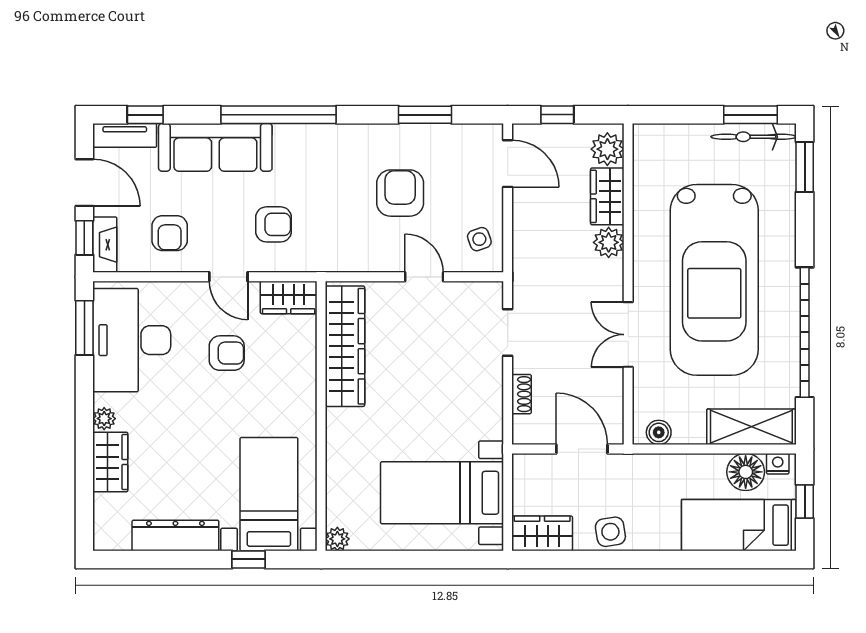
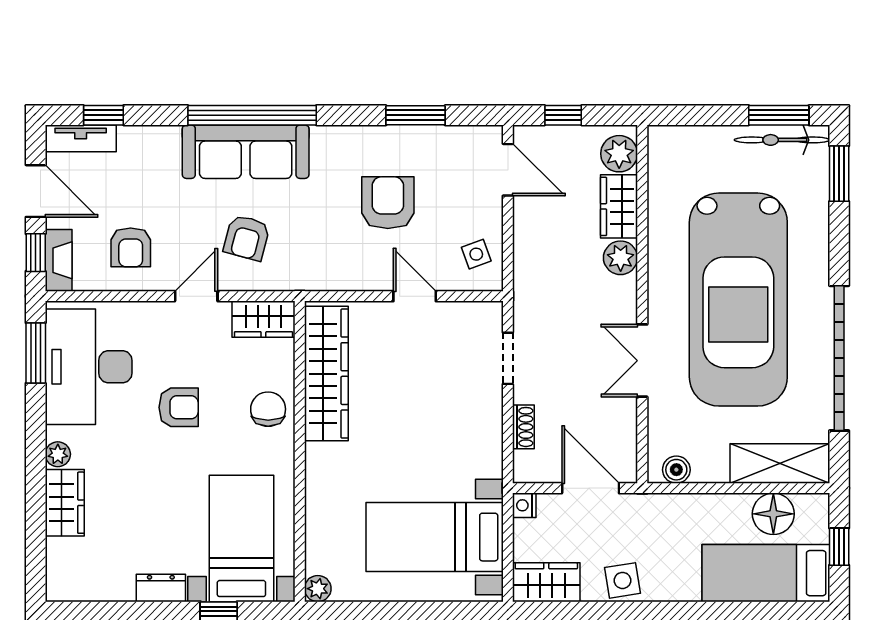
sofa: (215, 147) -> (246, 152), moved
armchair: (274, 224) -> (247, 238), turned 105
door: (228, 277) -> (196, 296), swing flipped
armchair: (227, 353) -> (179, 407), moved
chair: (293, 378) -> (268, 409), added
nightstand: (778, 464) -> (524, 505), moved, turned -90
dresser: (175, 535) -> (161, 588), width x0.51, depth x0.80

